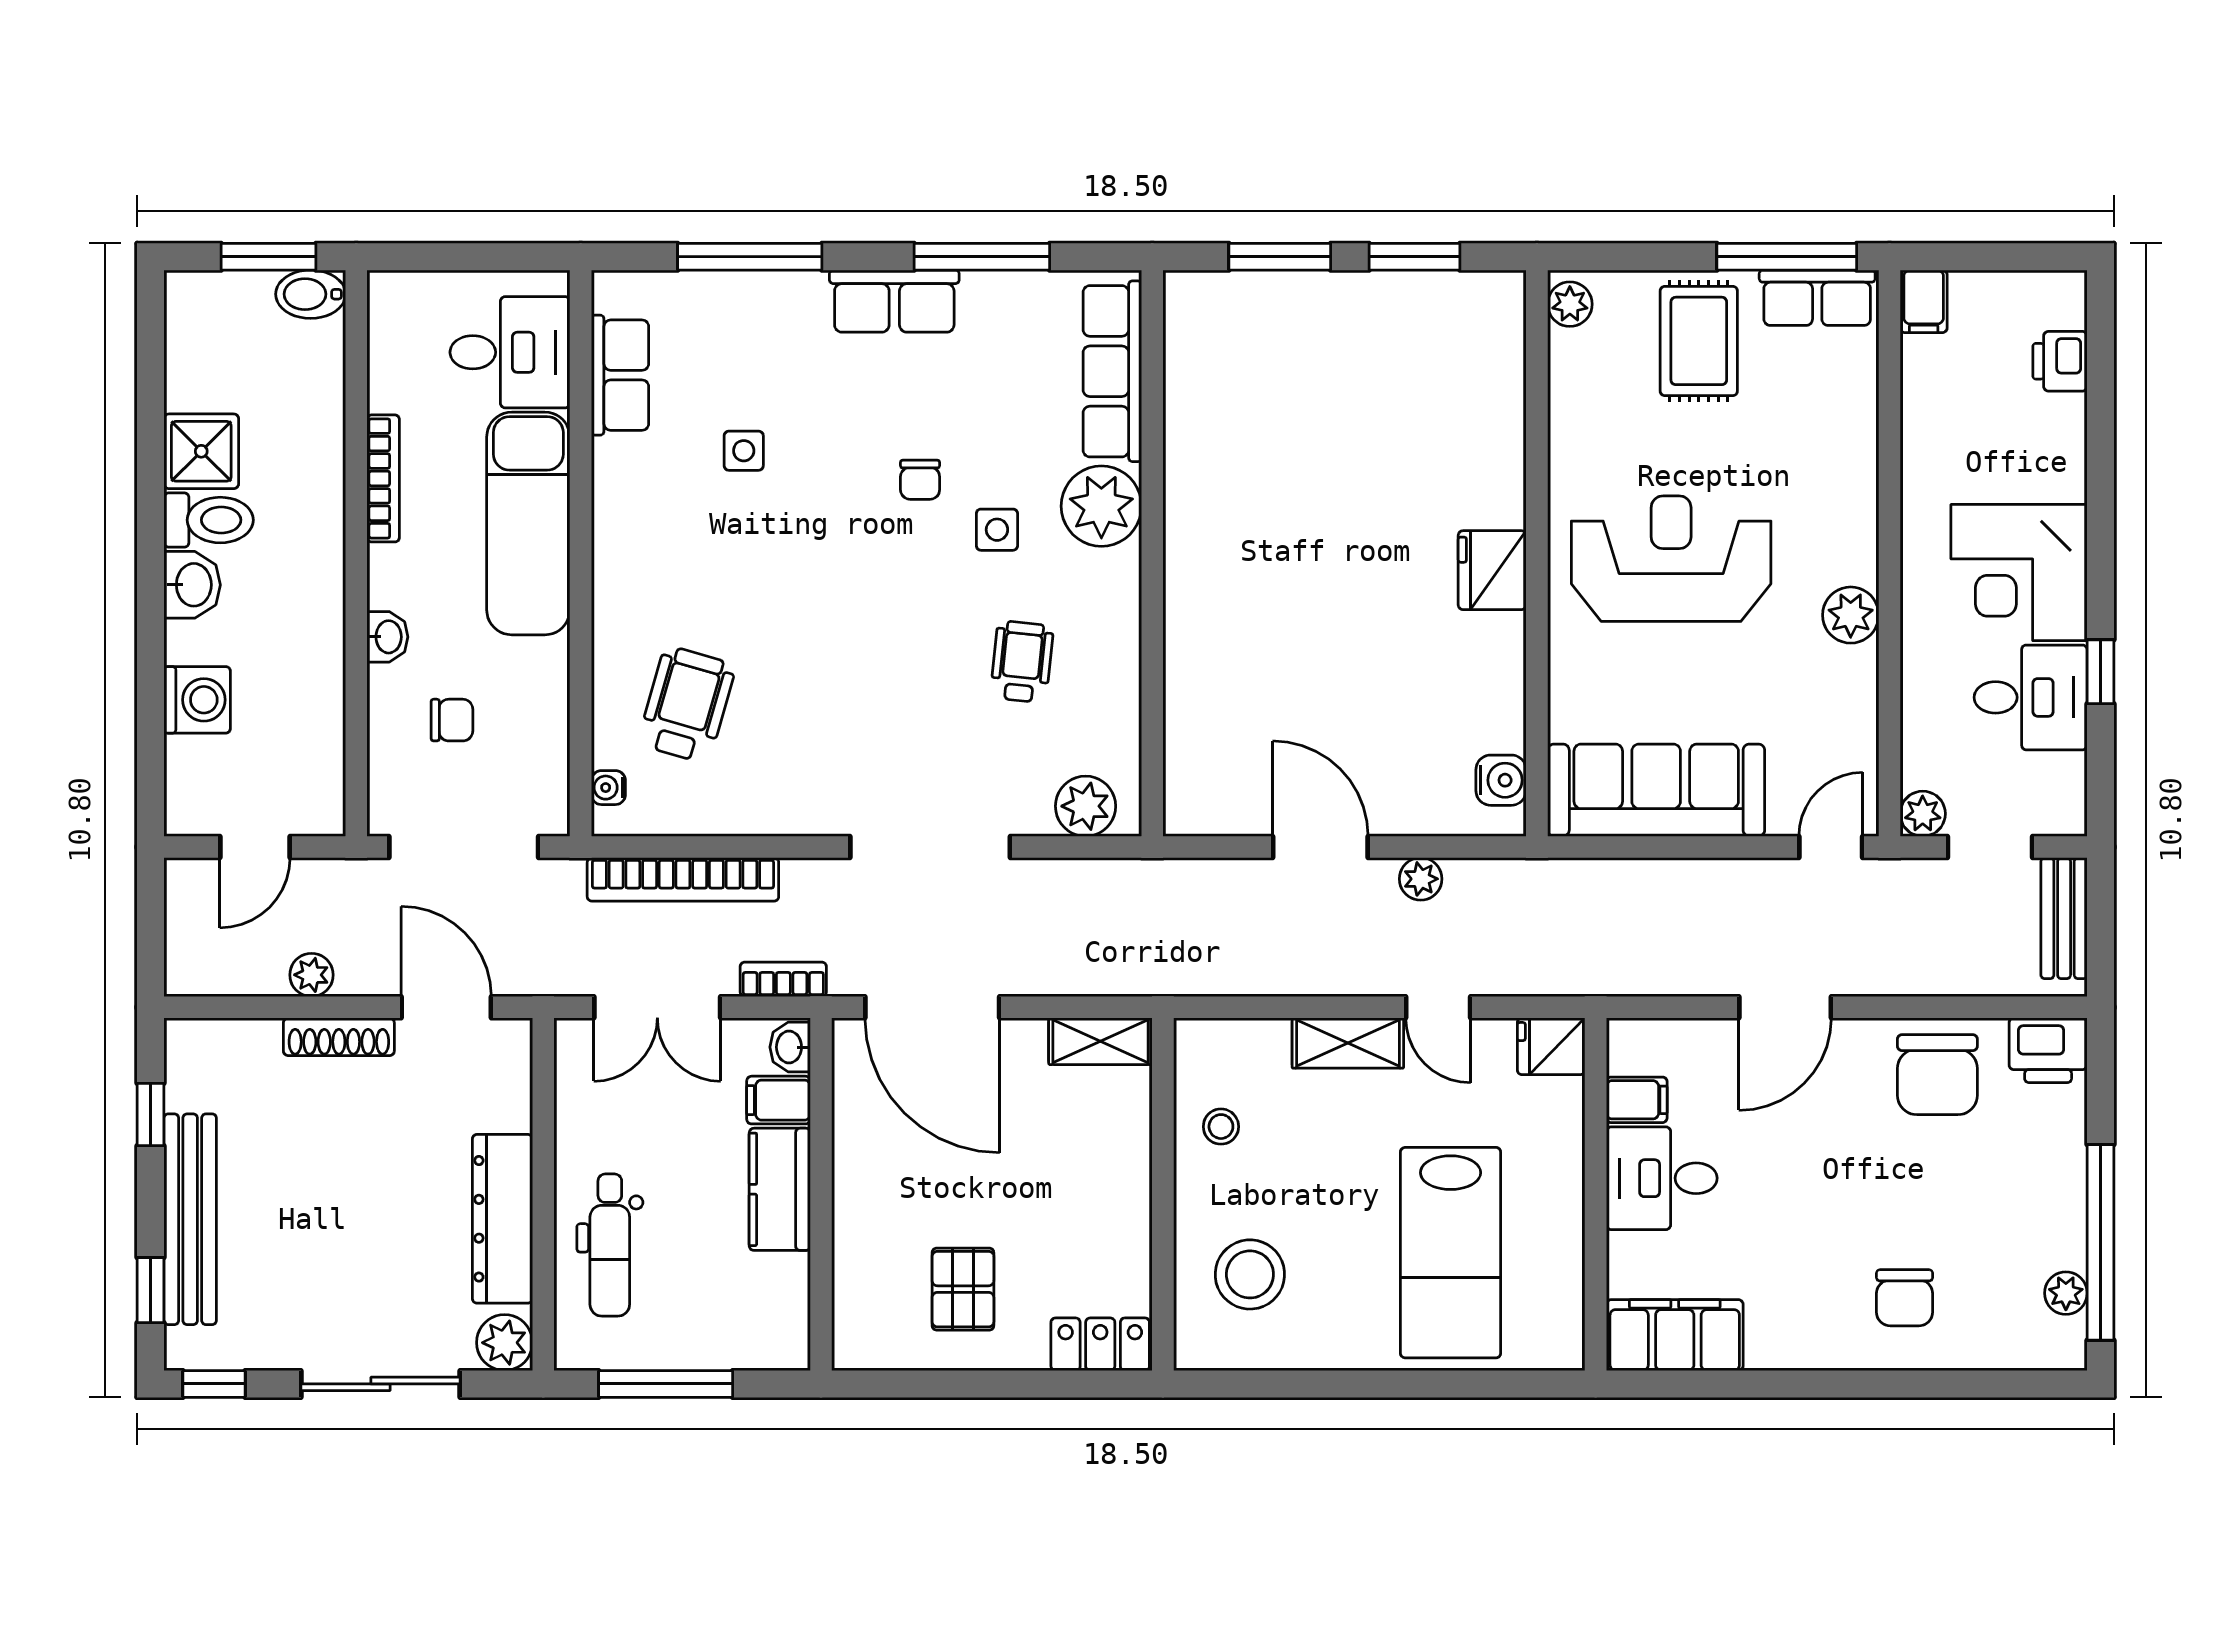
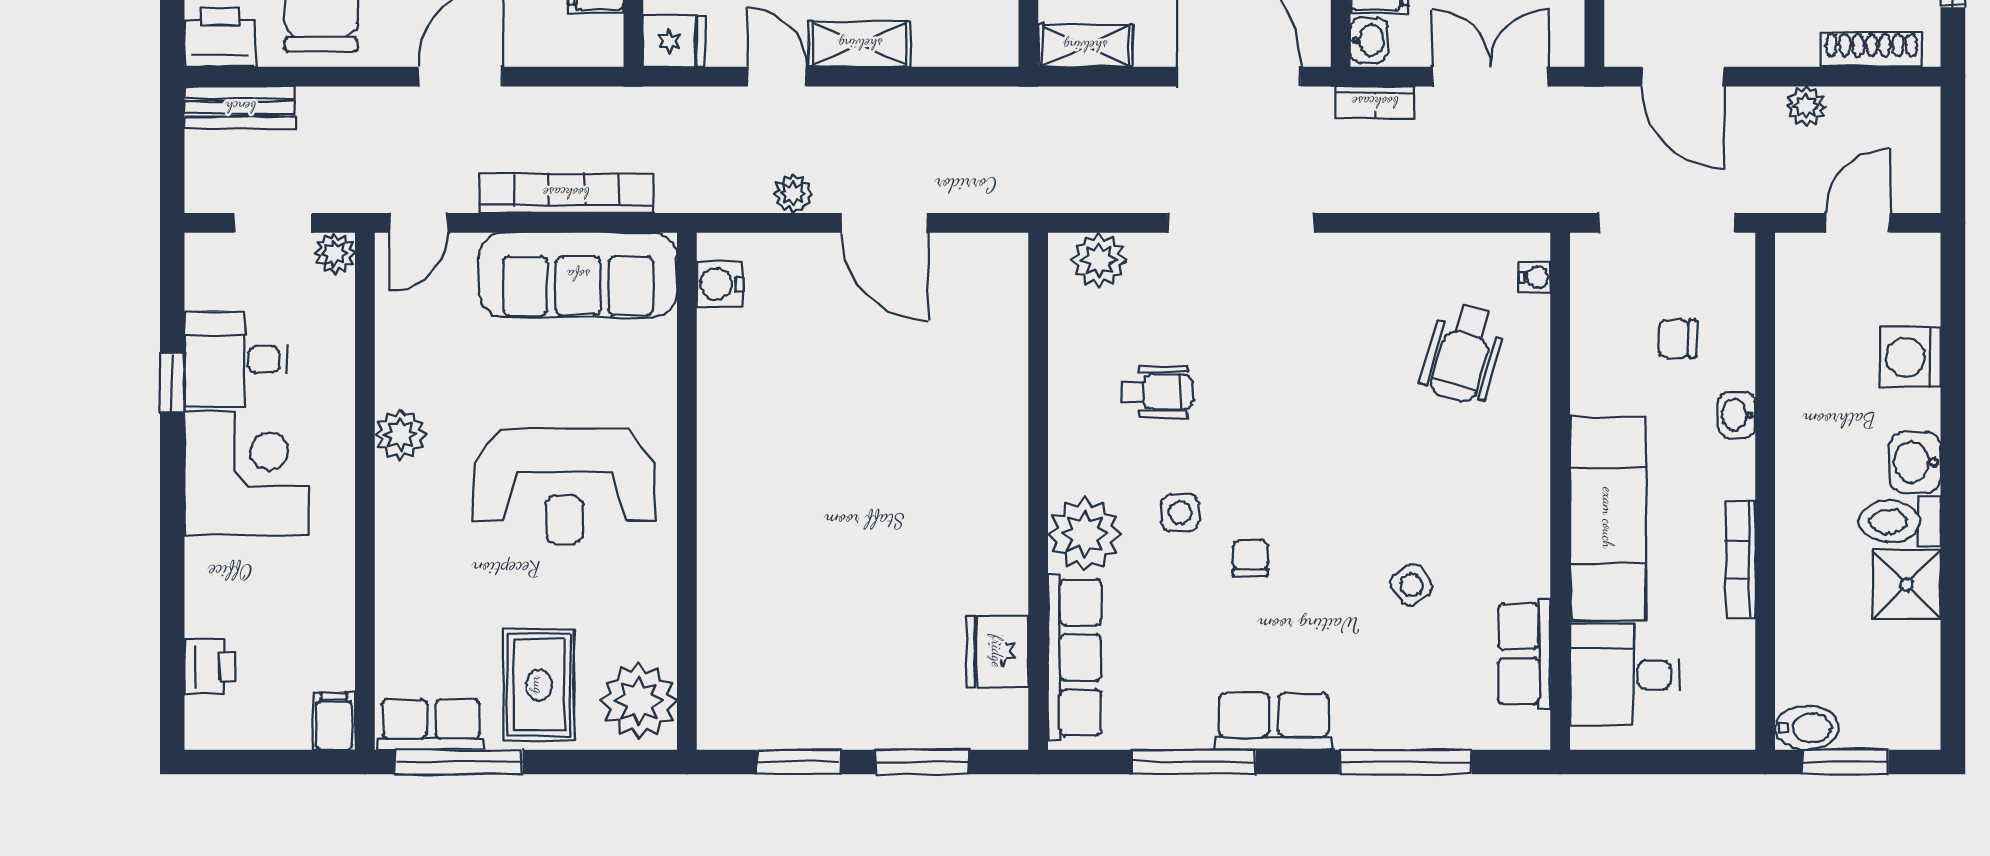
plant: (1570, 304) -> (639, 701), width x1.87, depth x1.87
side table: (744, 451) -> (1411, 585), turned -36
fridge: (1492, 570) -> (997, 651), moved, turned 180
wheelchair: (1022, 662) -> (1157, 392), turned -96
bookcase: (683, 879) -> (566, 193), moved
bench: (2064, 918) -> (240, 107), moved, turned 90
shoe rack: (339, 1037) -> (1871, 50), moved

